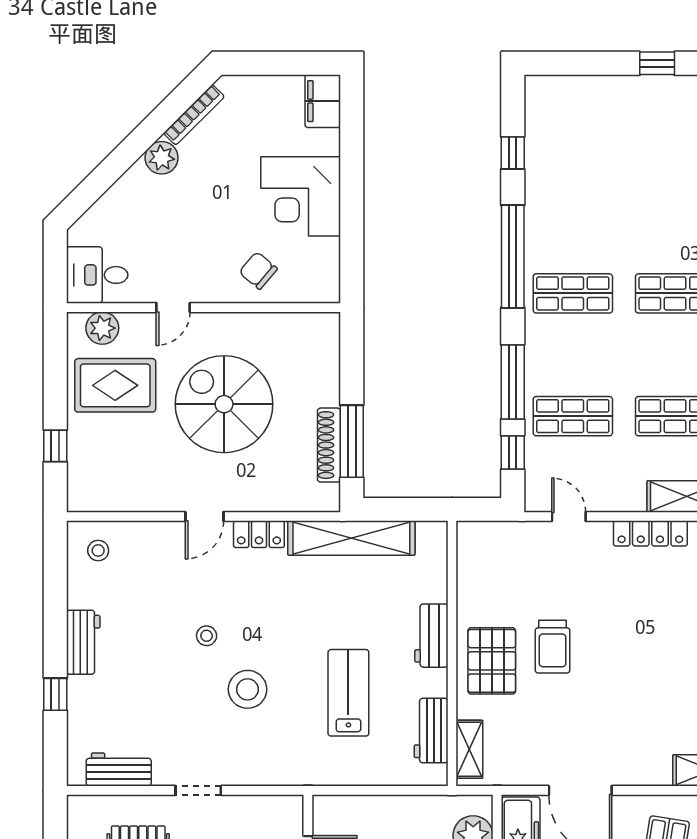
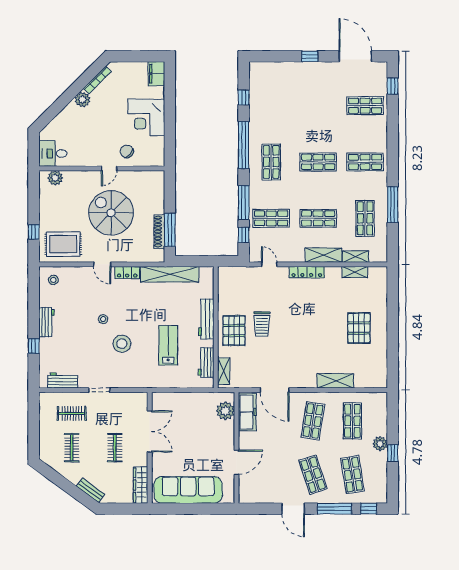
shop shelf: (573, 293) -> (271, 162), turned 90
door: (173, 308) -> (109, 168), moved
rug: (115, 385) -> (63, 244), moved
door: (204, 517) -> (102, 264), hinge flipped
workbench: (431, 636) -> (206, 319), width x1.38

